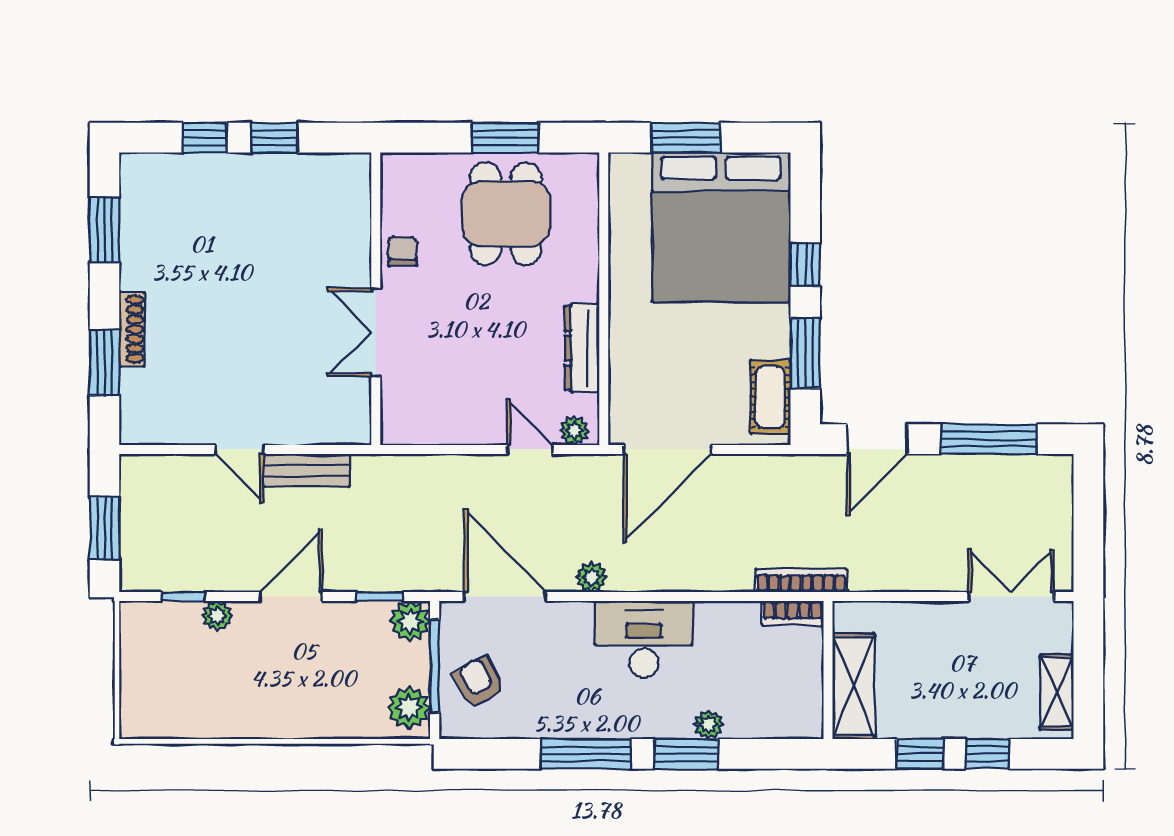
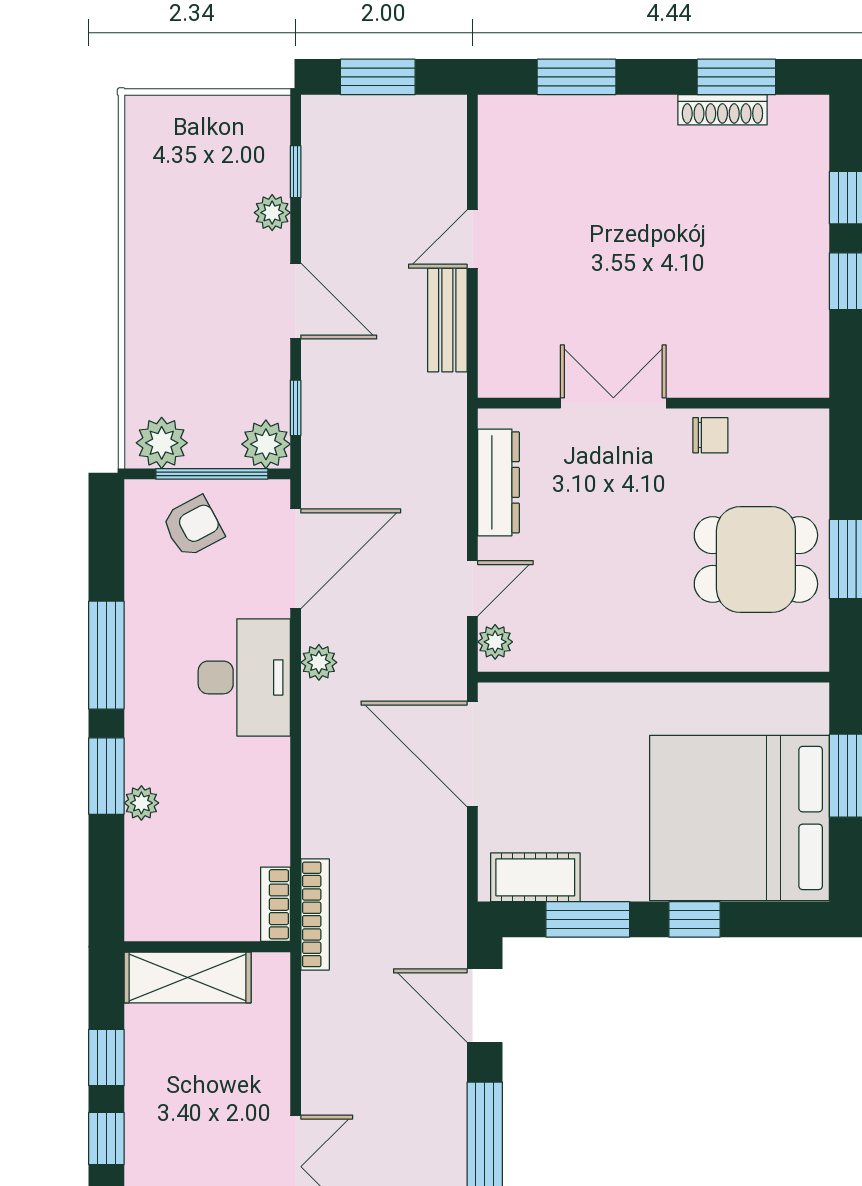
shoe rack: (132, 329) -> (722, 110), moved
dresser: (582, 348) -> (499, 482), moved, turned 90
desk: (644, 639) -> (244, 677), moved

